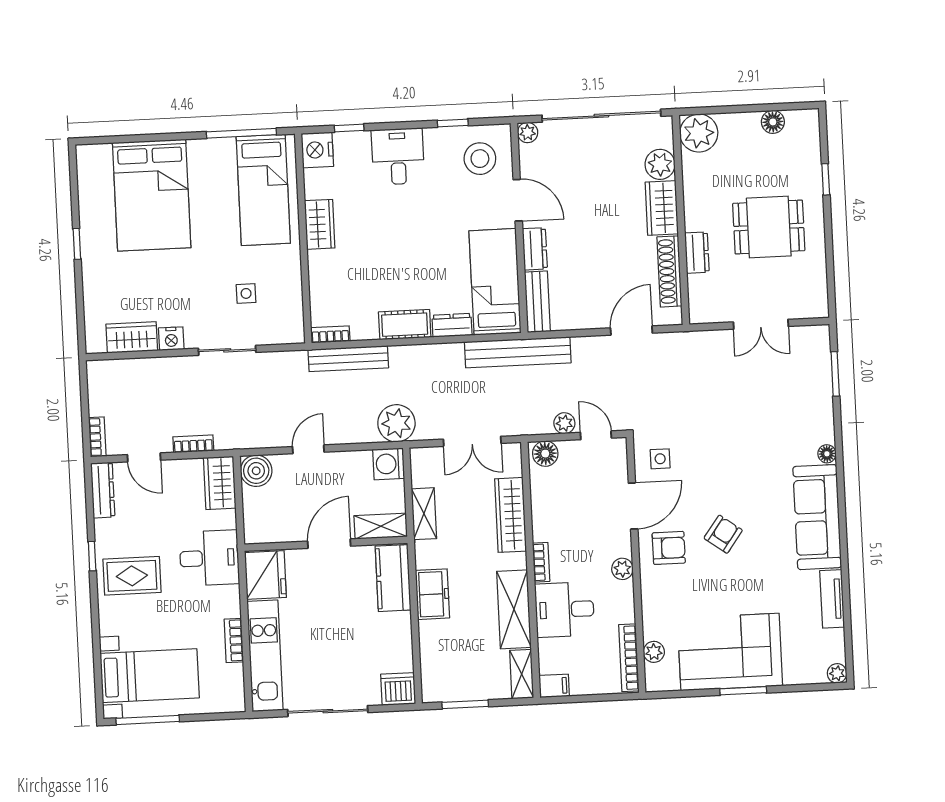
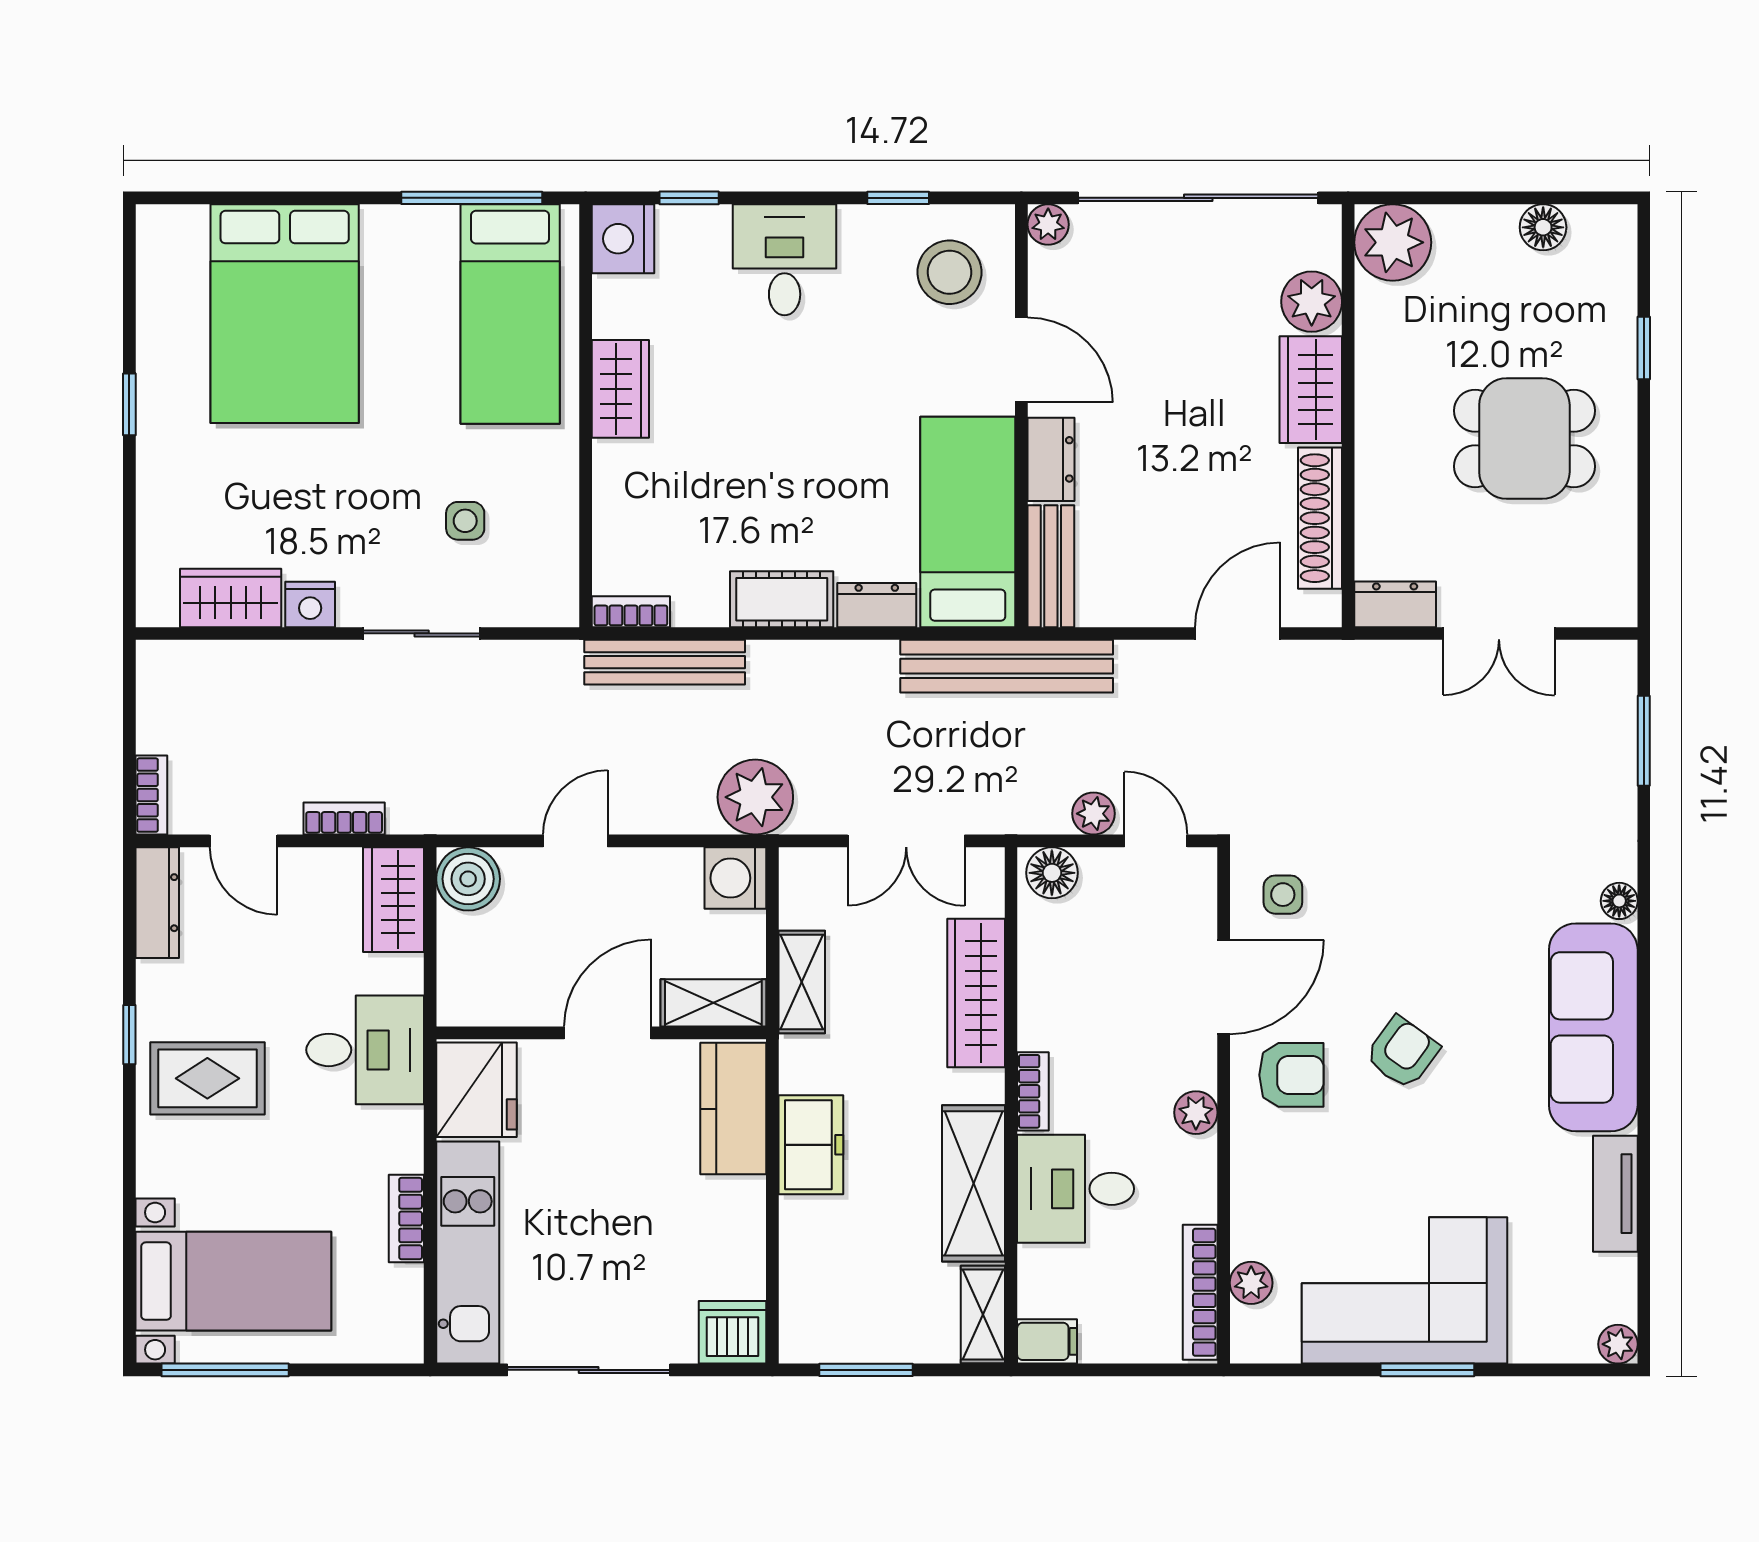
dresser: (697, 253) -> (1395, 604), moved, turned -90

